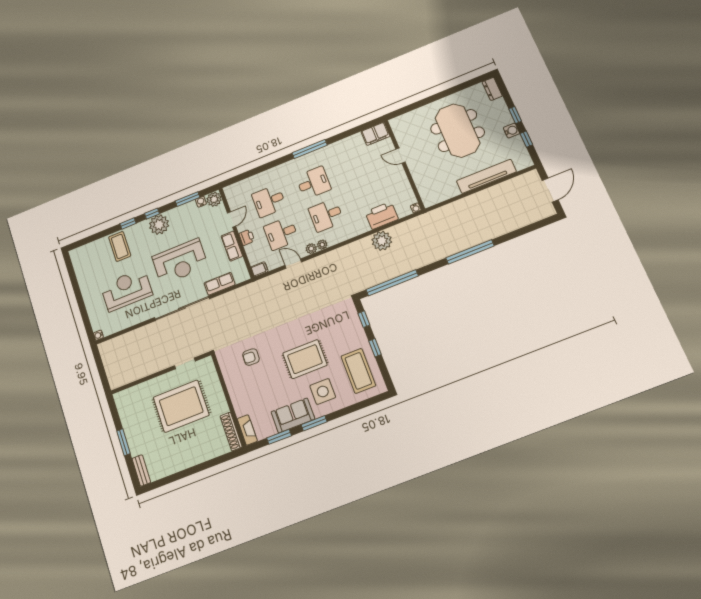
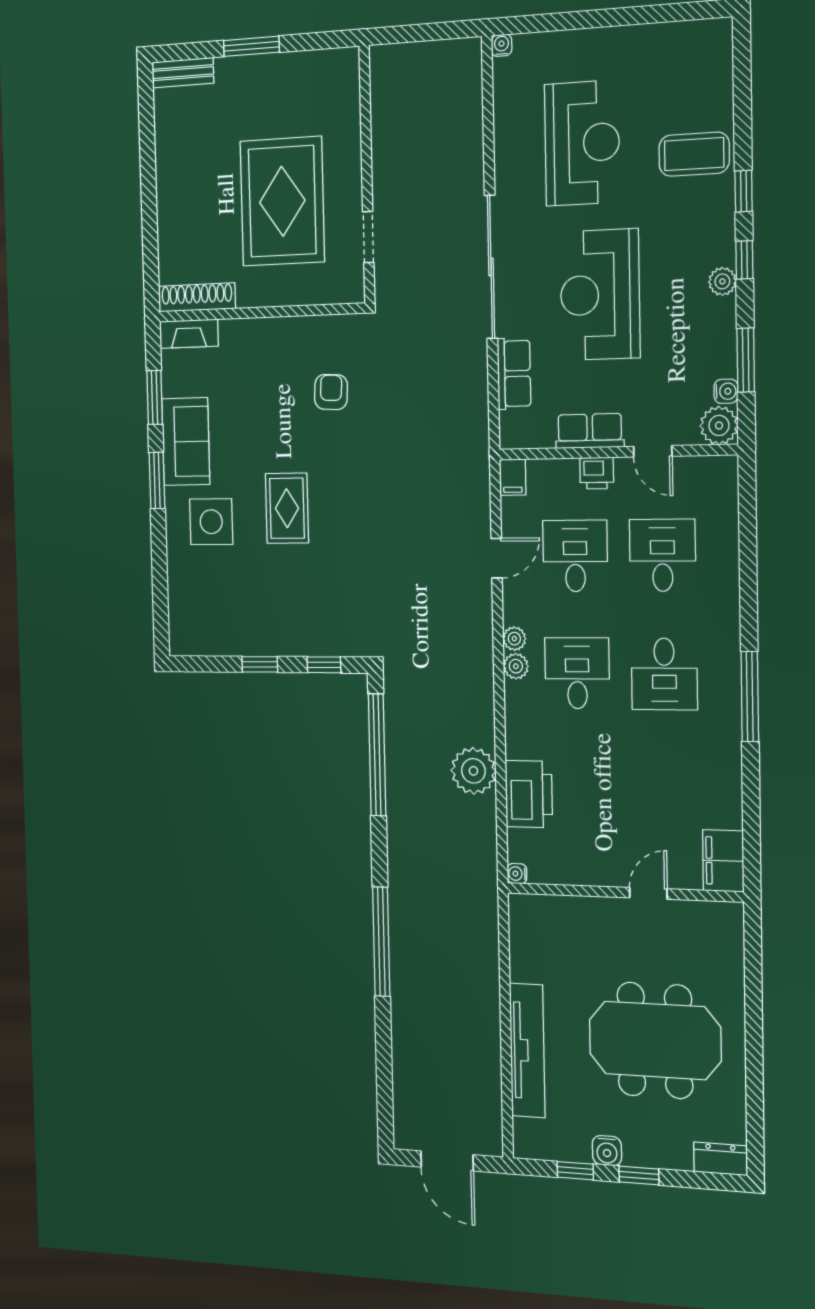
plant: (159, 225) -> (722, 281), width x0.53, depth x0.53
plant: (311, 249) -> (516, 666), moved
rug: (305, 359) -> (287, 508), width x0.73, depth x0.70
coffee table: (358, 371) -> (226, 611), removed

